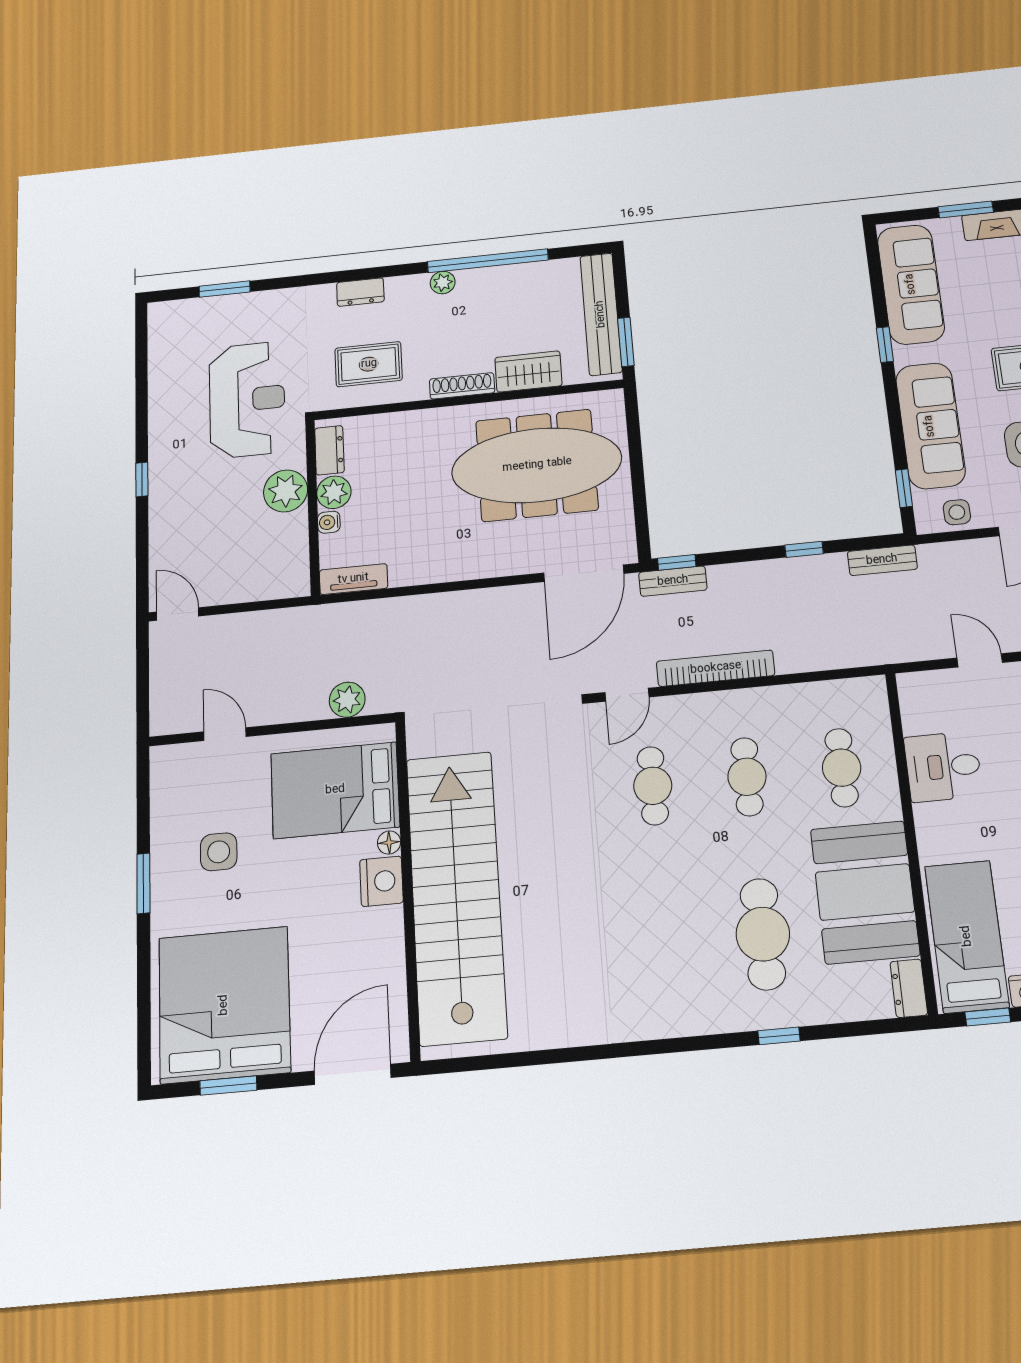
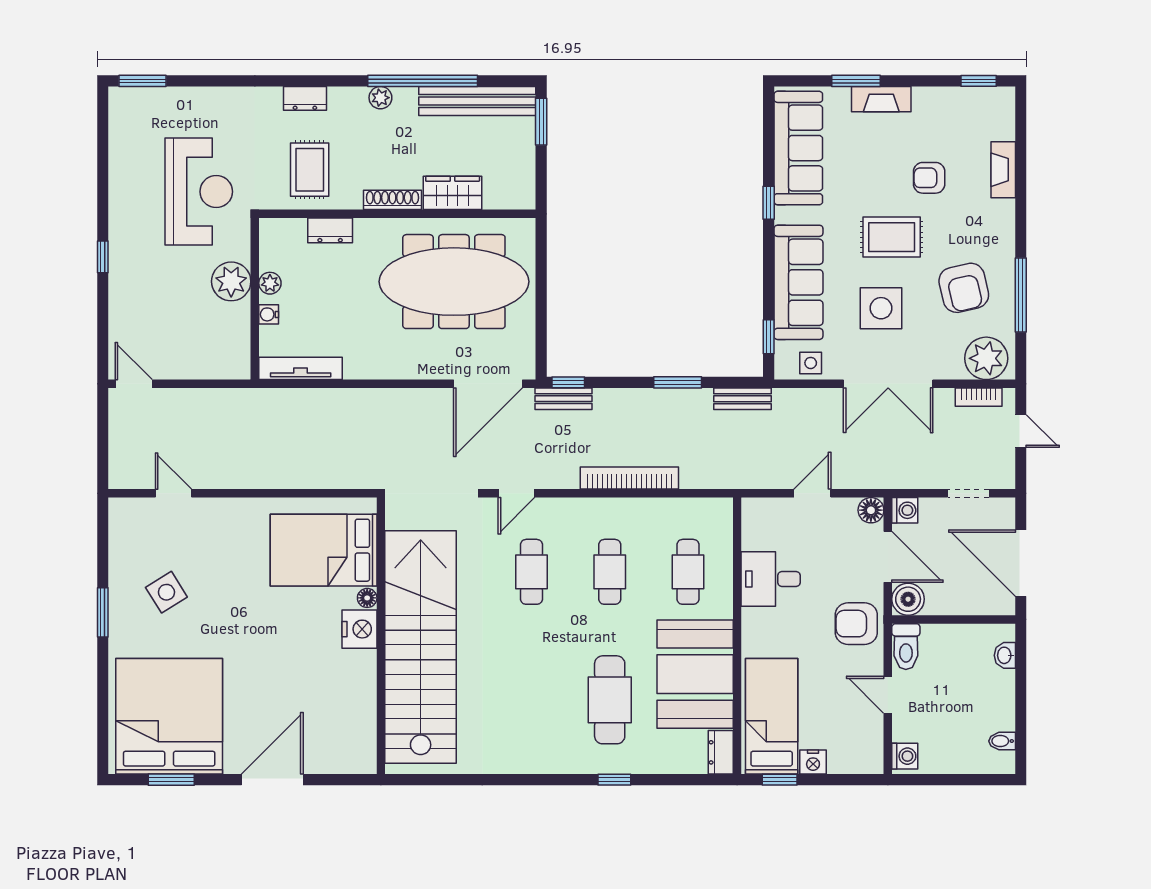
window: (225, 289) -> (142, 81), moved
bench: (601, 314) -> (477, 101), moved, turned 90
window: (626, 342) -> (541, 122), moved
rug: (369, 364) -> (310, 170), turned 90
dresser: (329, 450) -> (330, 230), moved, turned 90
plant: (334, 492) -> (270, 283), width x0.73, depth x0.73
window: (804, 549) -> (678, 382), width x1.50
tv unit: (353, 579) -> (301, 368), width x1.41
door: (980, 660) -> (812, 493), hinge flipped
bookcase: (716, 668) -> (629, 478), moved
plant: (347, 700) -> (279, 474), removed
bed: (335, 790) -> (324, 550), moved
floor lamp: (389, 843) -> (367, 598), moved
side table: (219, 852) -> (166, 592), turned -32
nightstand: (381, 881) -> (359, 629), moved
wall: (408, 887) -> (381, 636), moved
stairs: (456, 896) -> (421, 647), moved

